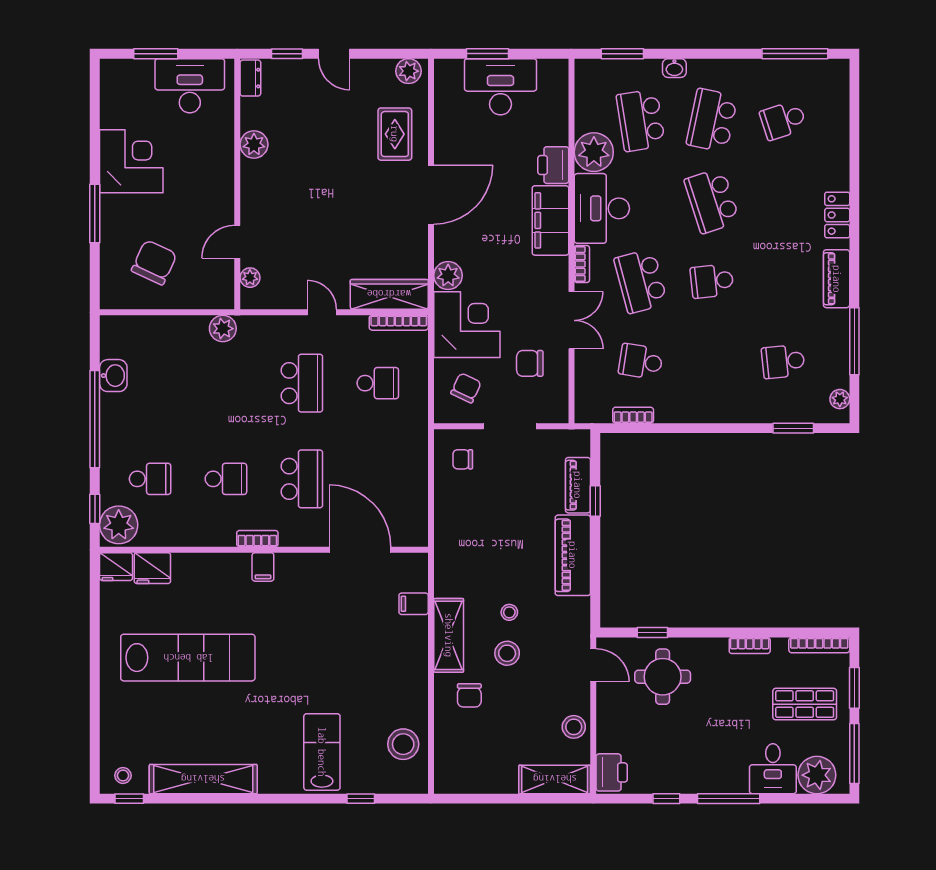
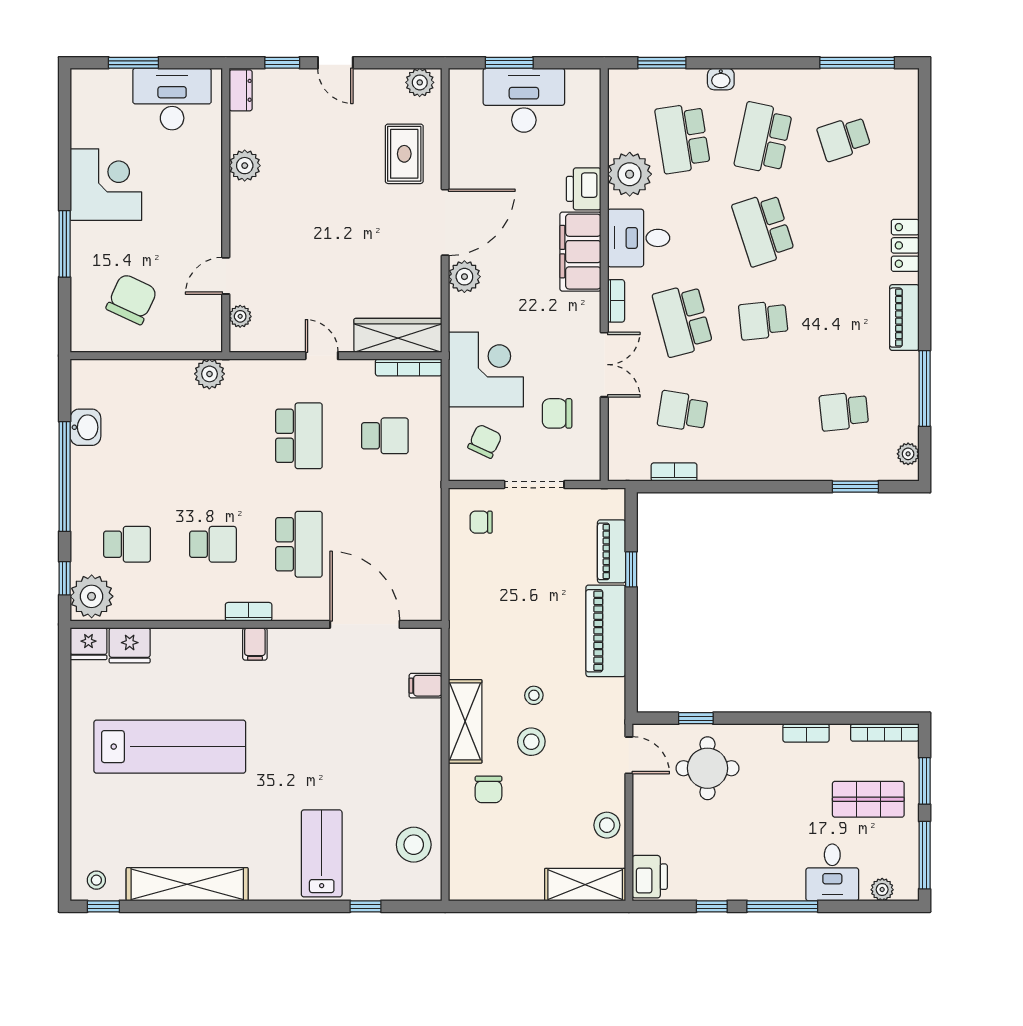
desk: (602, 208) -> (639, 238), width x0.73
plant: (448, 276) -> (464, 277), moved
plant: (817, 775) -> (882, 890), width x0.53, depth x0.53

